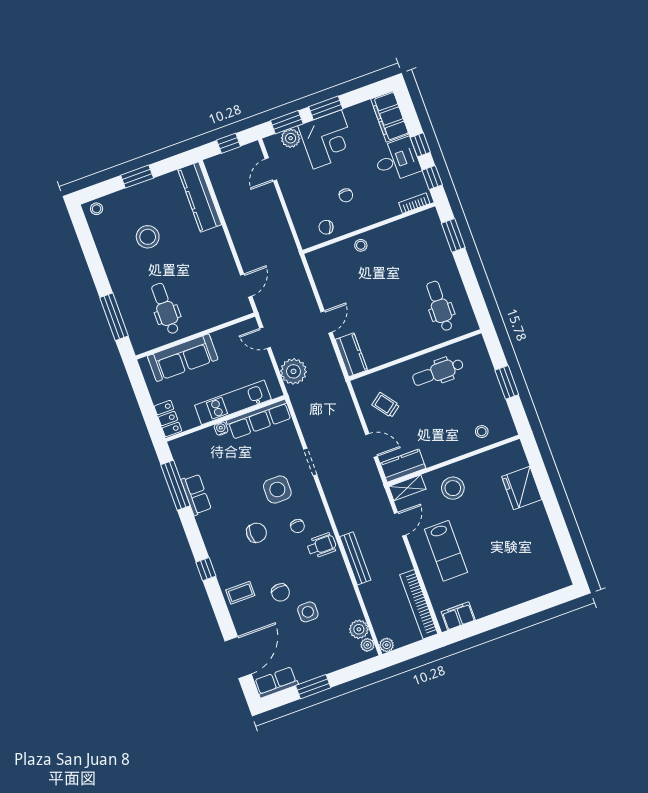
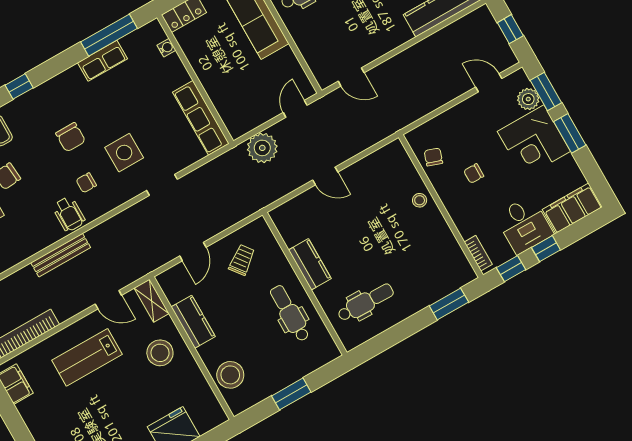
kitchen counter: (351, 355) -> (310, 264), moved, turned -90
kitchen unit: (233, 402) -> (215, 85), removed
water cooler: (221, 429) -> (166, 48), moved
stool: (482, 432) -> (230, 375), width x1.89, depth x1.89
kitchen counter: (403, 466) -> (193, 322), moved

